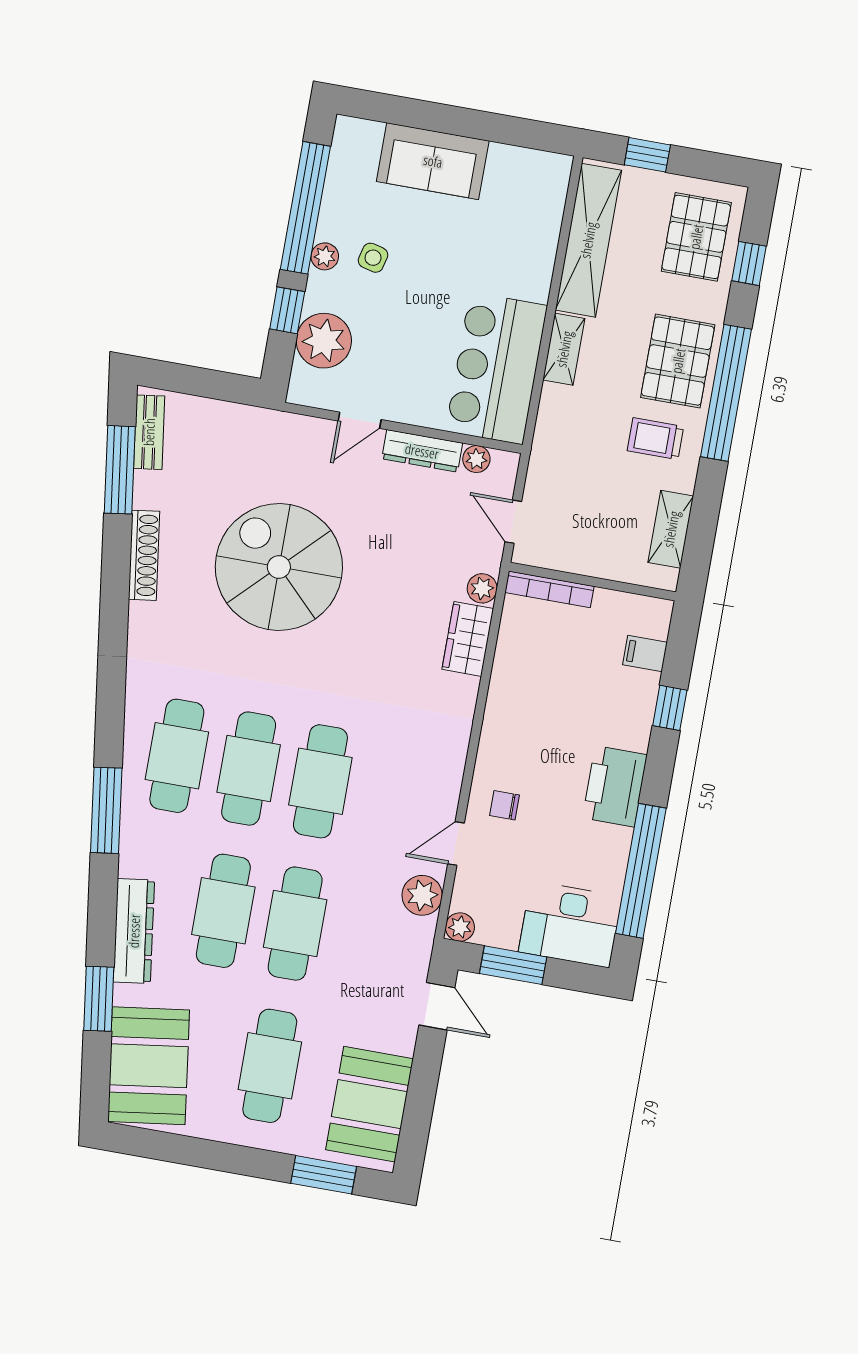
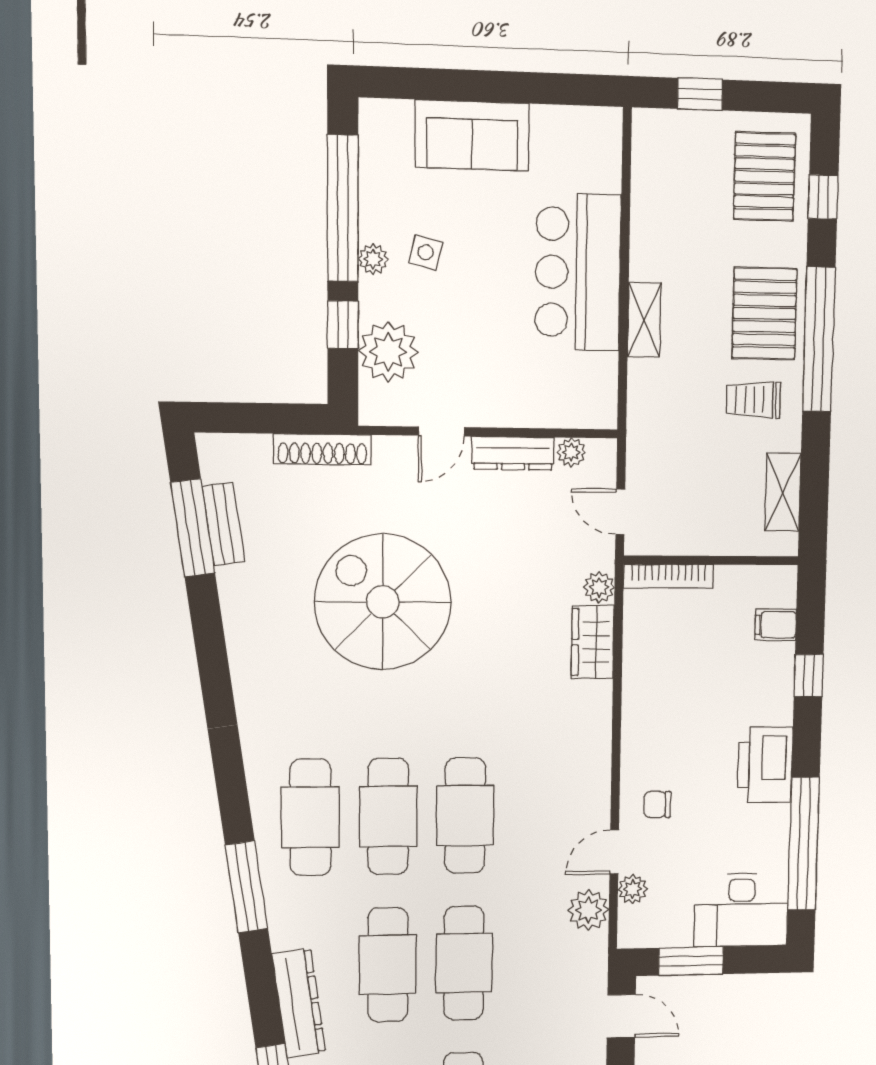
shelving: (588, 240) -> (652, 198), removed
bar counter: (496, 368) -> (578, 272), moved
bench: (149, 432) -> (223, 524), moved
shoe rack: (144, 555) -> (322, 449), moved, turned 98
plant: (460, 927) -> (633, 889), moved

